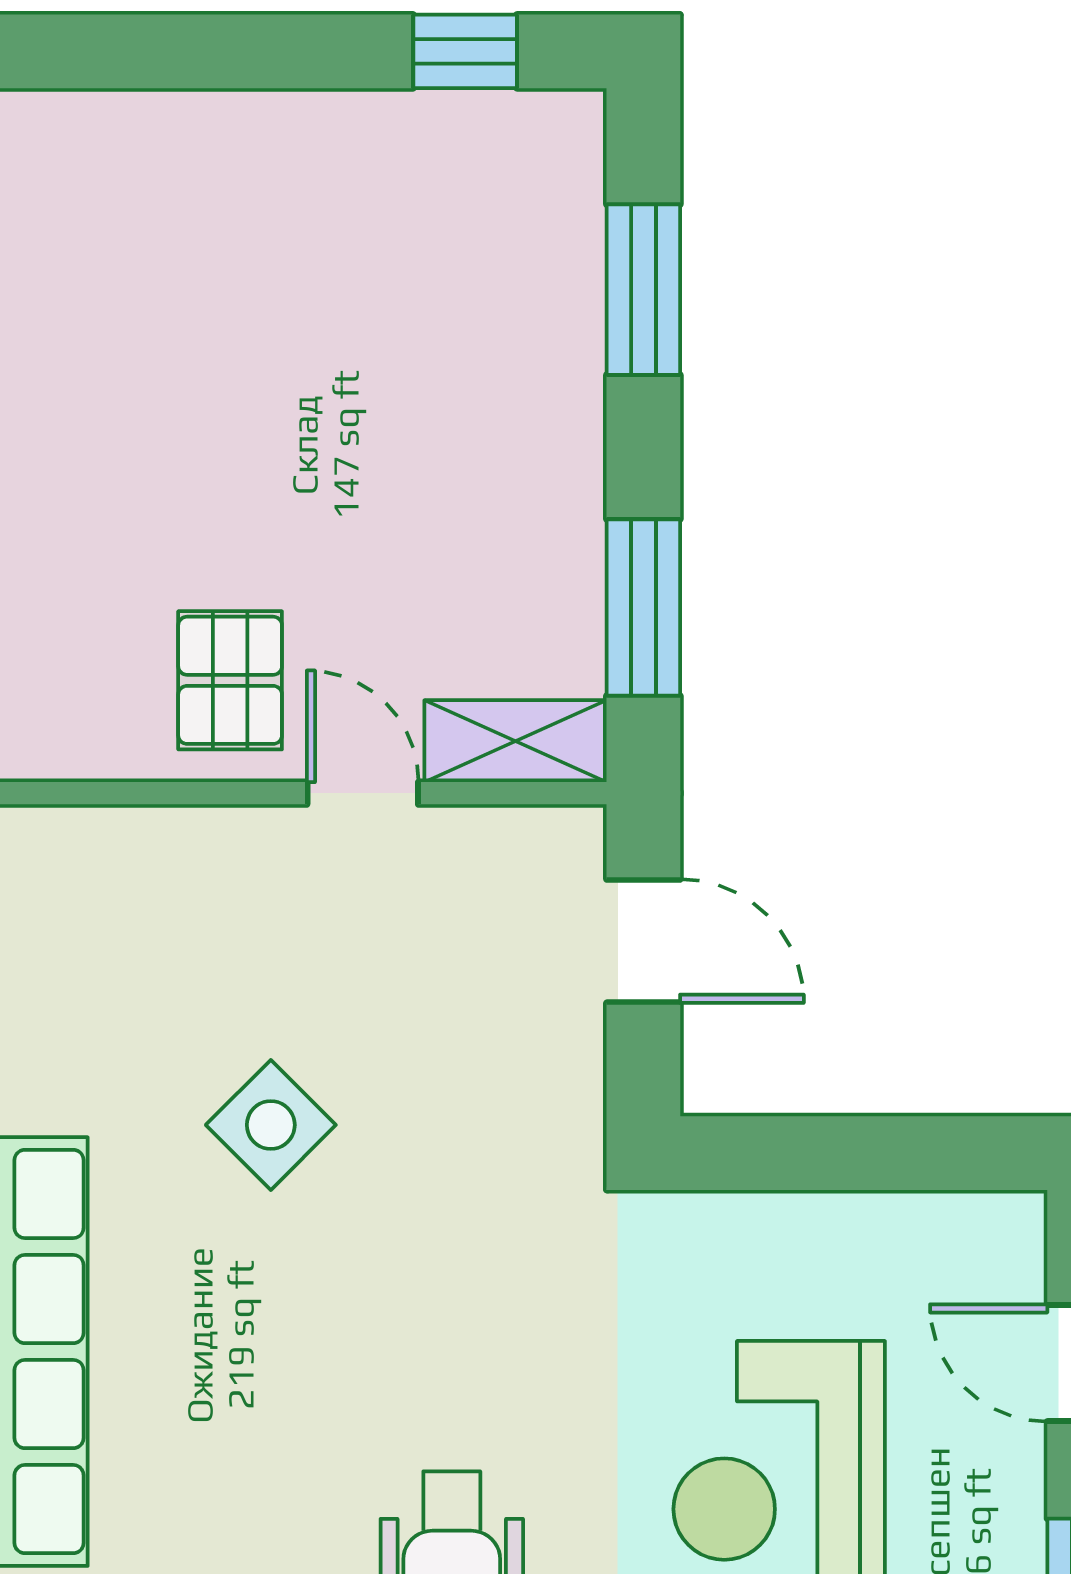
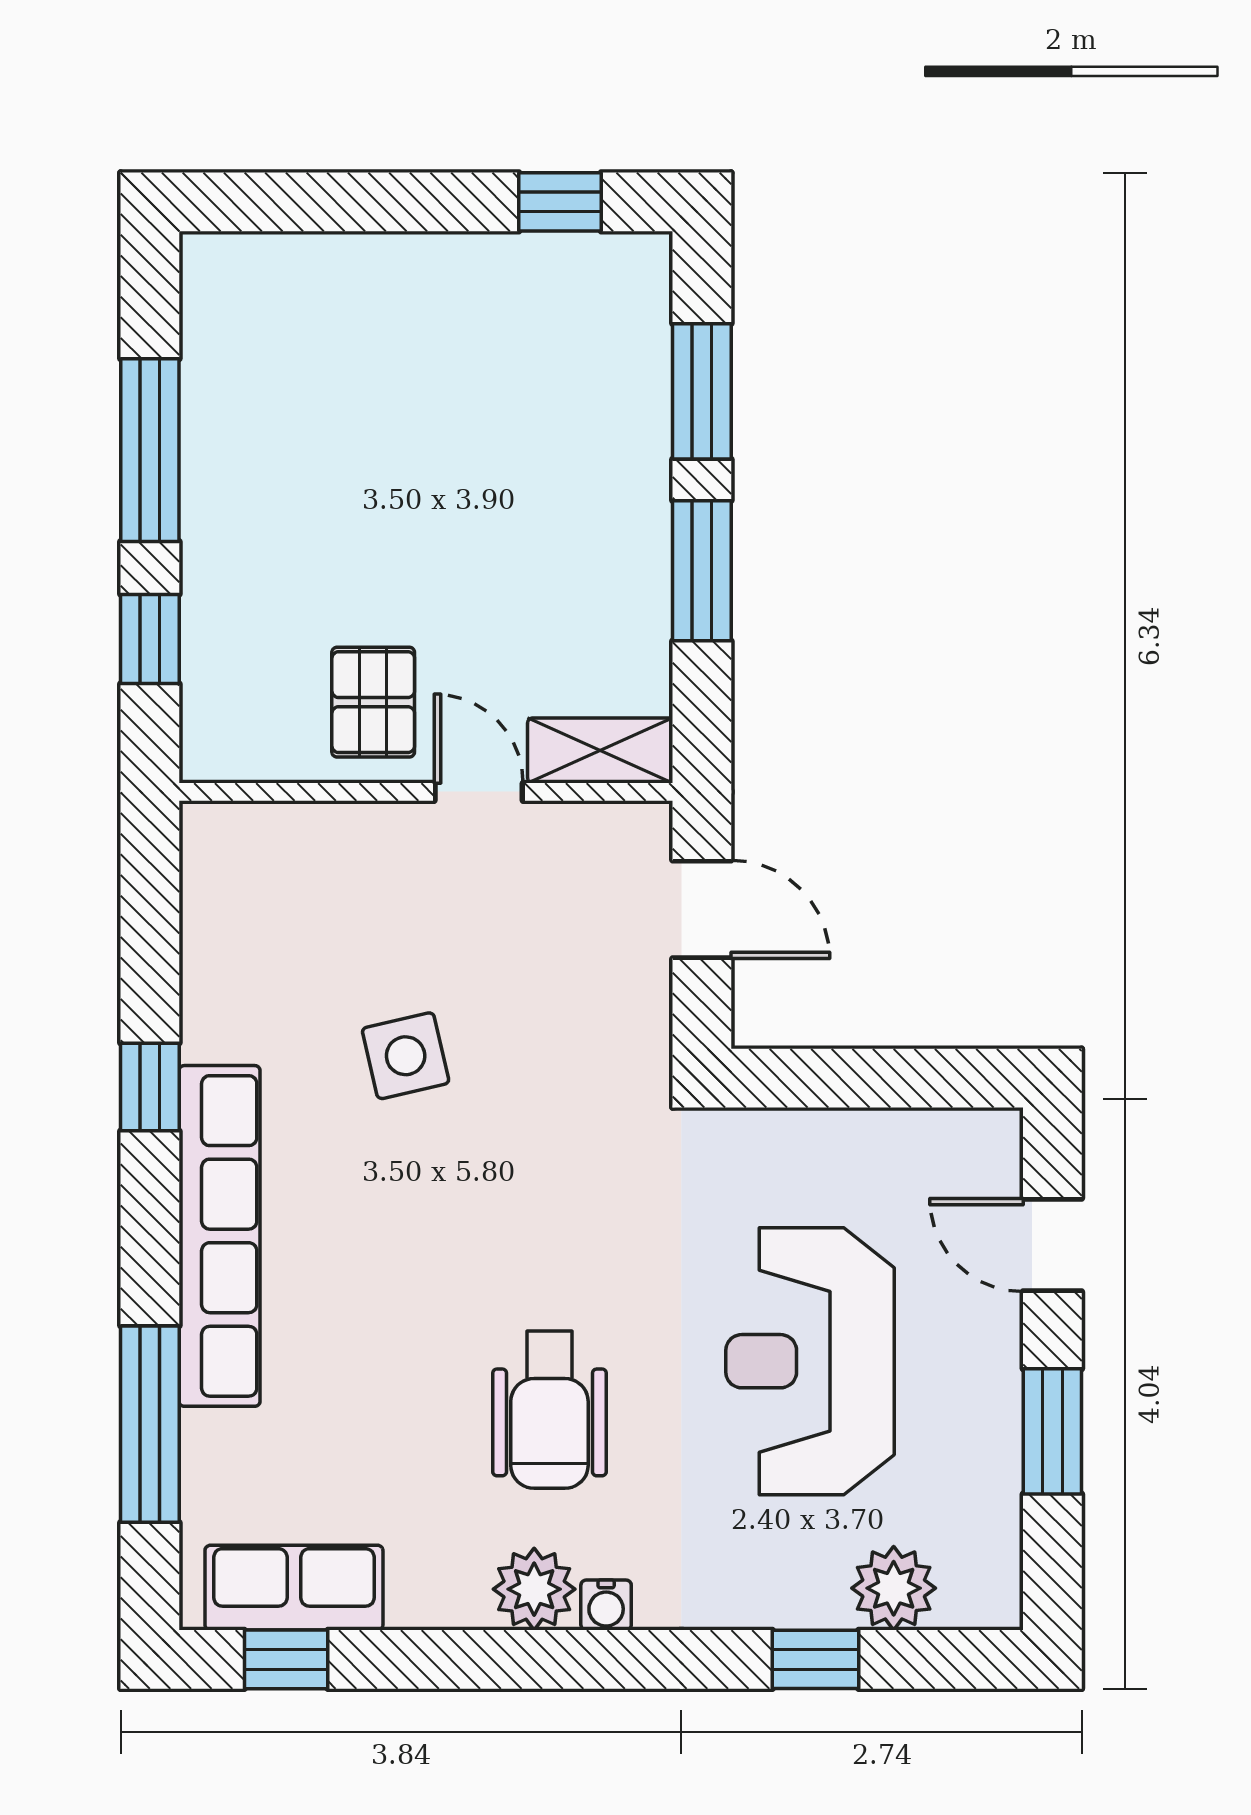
window: (643, 608) -> (702, 571), moved
side table: (271, 1125) -> (406, 1056), turned 32

